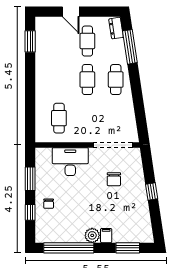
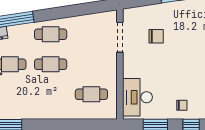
doorway: (113, 145) -> (120, 37), width x0.73
desk: (70, 162) -> (137, 97), moved

